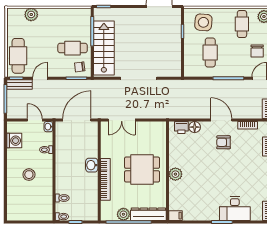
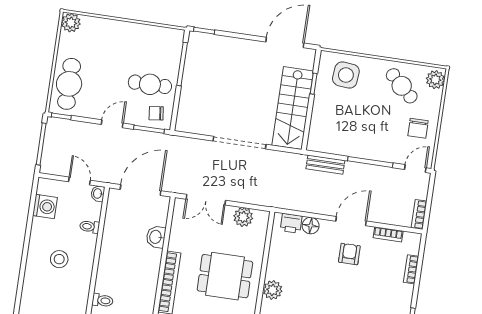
plant: (31, 14) -> (71, 23), moved
cafe table: (242, 24) -> (402, 86), turned -47
stairs: (104, 48) -> (293, 108), moved, turned 180
cafe table: (210, 52) -> (349, 120), removed
door: (40, 78) -> (112, 124), moved
bench: (19, 85) -> (325, 165), moved
door: (221, 120) -> (351, 221), hinge flipped
plant: (148, 128) -> (243, 217), added
armchair: (223, 142) -> (349, 254), turned 90
washbasin: (92, 165) -> (156, 237), moved

